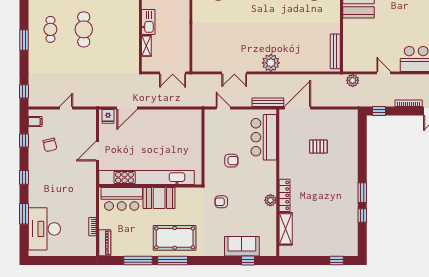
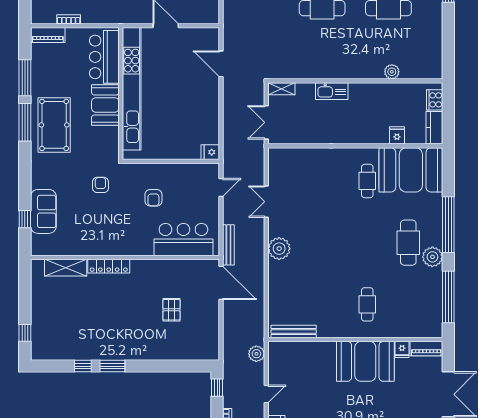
shelving: (146, 46) -> (281, 89), moved
fridge: (108, 116) -> (210, 152), moved
plant: (270, 200) -> (103, 248), removed

